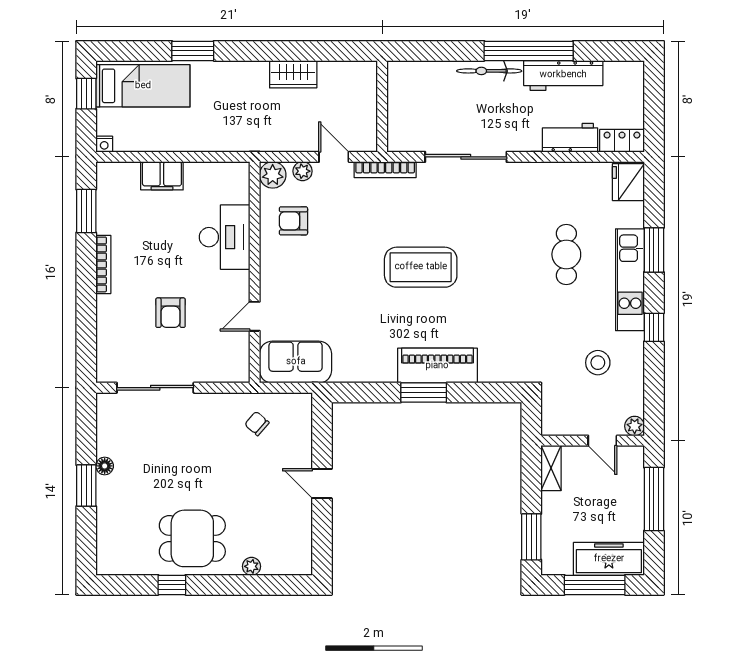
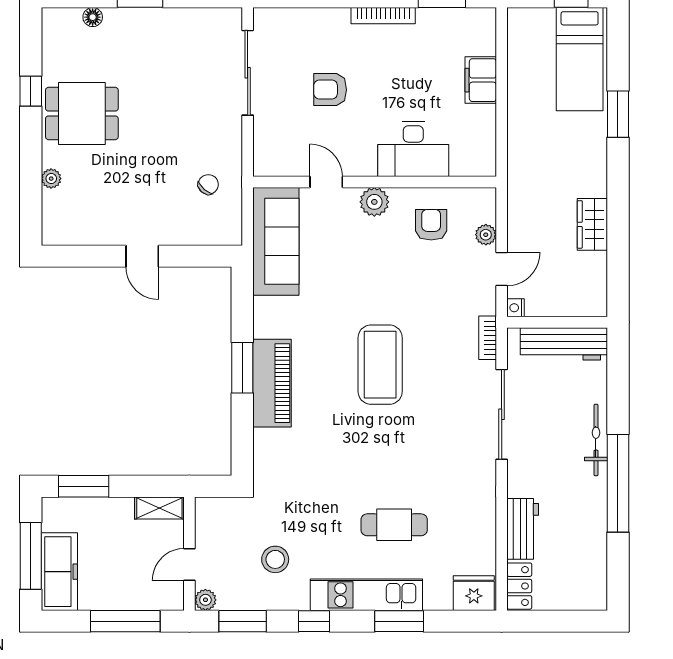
workbench: (563, 75) -> (564, 344), moved, turned -90
nightstand: (104, 144) -> (516, 308), moved
bookcase: (385, 170) -> (488, 338), width x0.64
plant: (273, 175) -> (374, 202), moved
sofa: (296, 362) -> (276, 241), width x1.36
window: (654, 392) -> (243, 621), added
floor lamp: (105, 466) -> (93, 17), moved
door: (322, 484) -> (142, 256), swing flipped
dining table: (192, 538) -> (82, 113), turned 90

